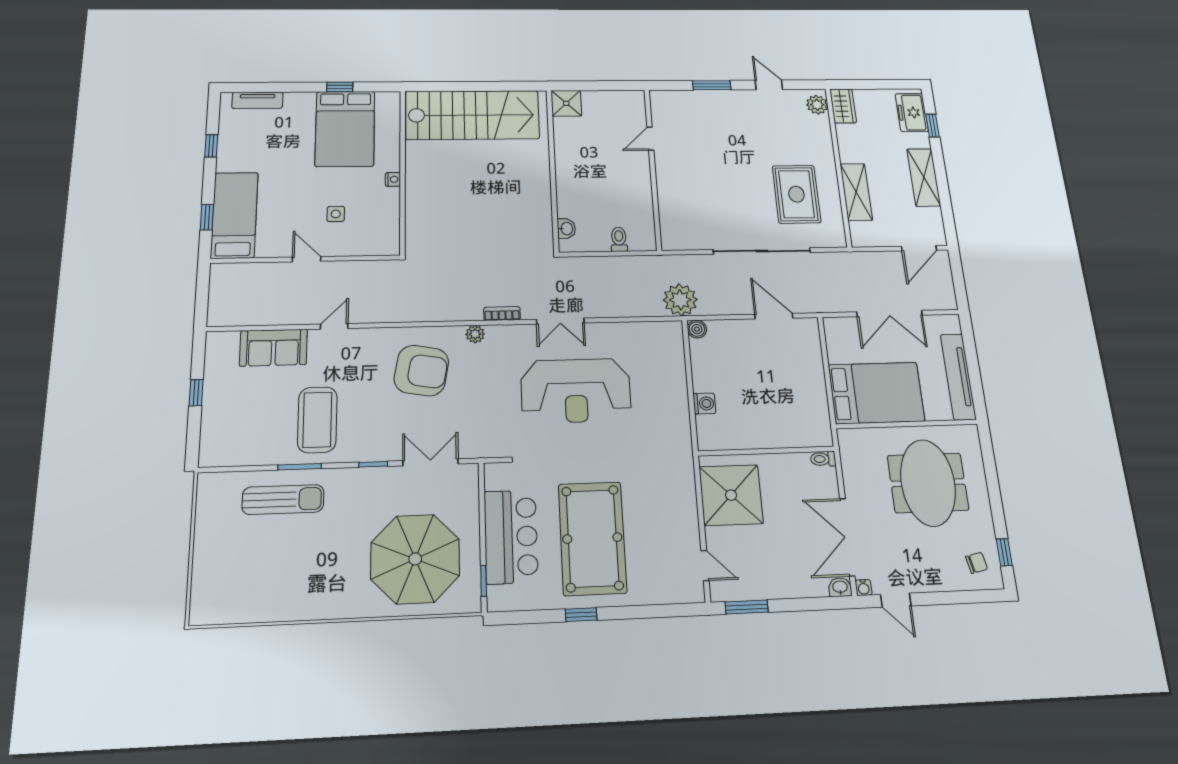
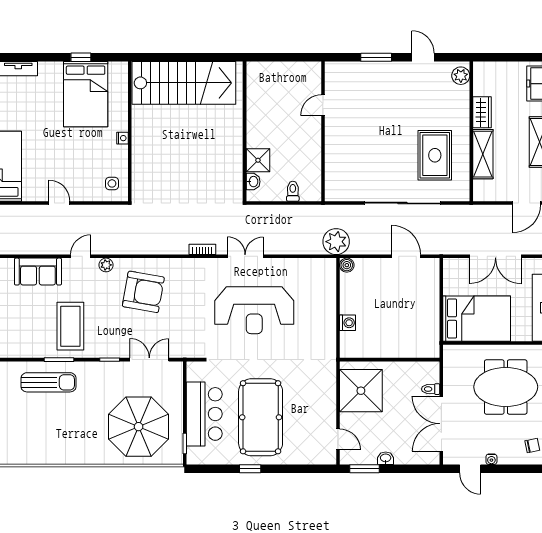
shower: (566, 103) -> (258, 160), moved
wardrobe: (843, 106) -> (482, 112), moved
side table: (336, 214) -> (112, 183), moved
double door: (560, 321) -> (245, 256), swing flipped
plant: (475, 334) -> (106, 265), moved
toilet: (823, 459) -> (431, 389), moved
meeting table: (928, 483) -> (506, 387), turned 90
washbasin: (840, 587) -> (386, 458), moved
water cooler: (864, 588) -> (491, 459), moved

